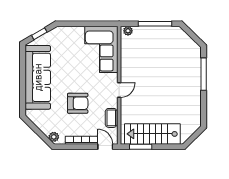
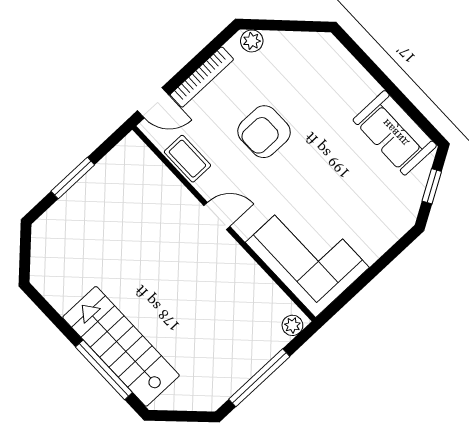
sofa: (38, 77) -> (395, 133), width x0.54, depth x0.79
door: (119, 90) -> (217, 216), swing flipped
stairs: (152, 134) -> (121, 346), moved, turned -90
window: (141, 147) -> (73, 178), moved

